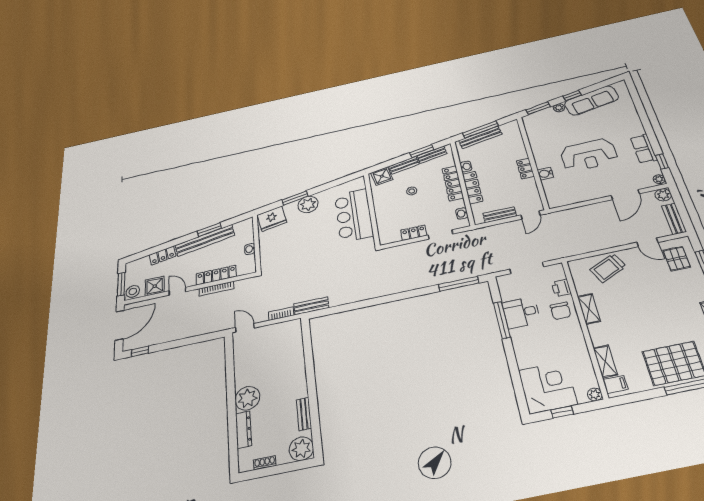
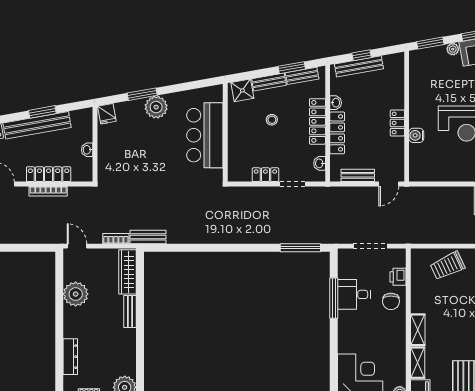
window: (481, 129) -> (362, 55), width x0.46
fridge: (272, 219) -> (107, 114), width x0.53, depth x0.75
shelving: (589, 309) -> (418, 330), moved
wardrobe: (295, 340) -> (127, 272), added
plant: (247, 398) -> (76, 294), moved
bench: (304, 414) -> (130, 311), moved

